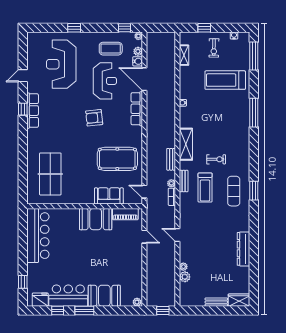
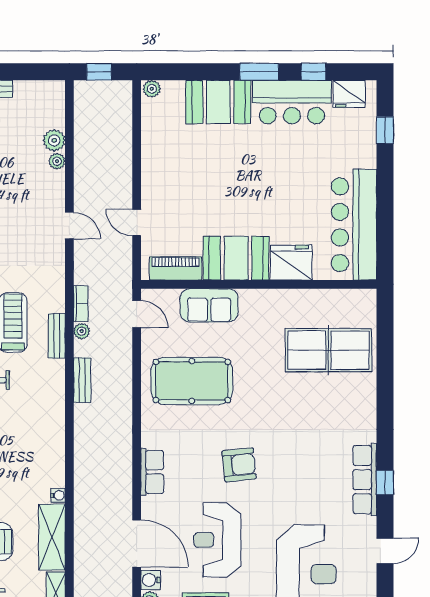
row of seats: (137, 109) -> (152, 472), width x0.68
shelving: (186, 144) -> (52, 537), moved
table tennis table: (50, 174) -> (328, 350), turned 90
fridge: (69, 217) -> (291, 262), added

